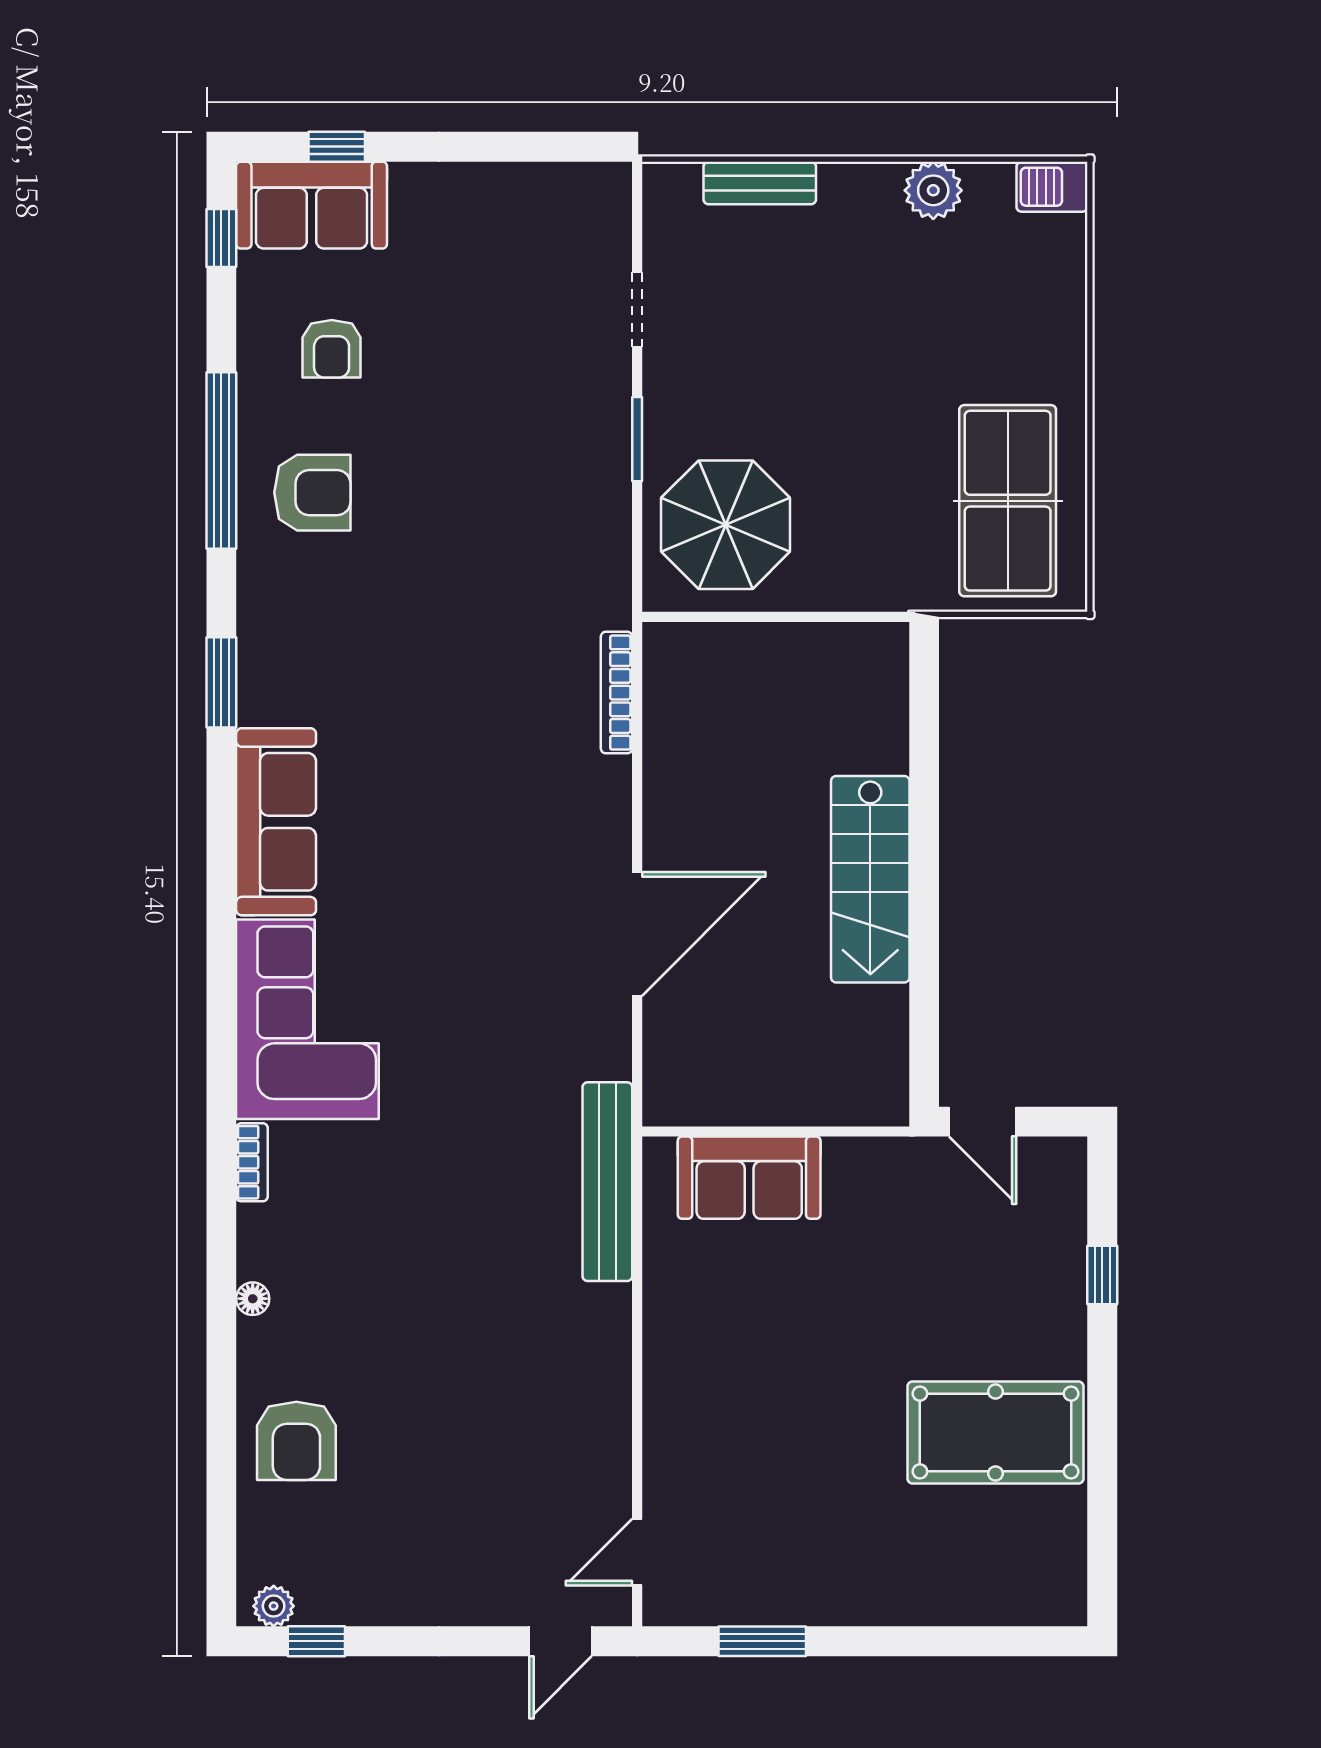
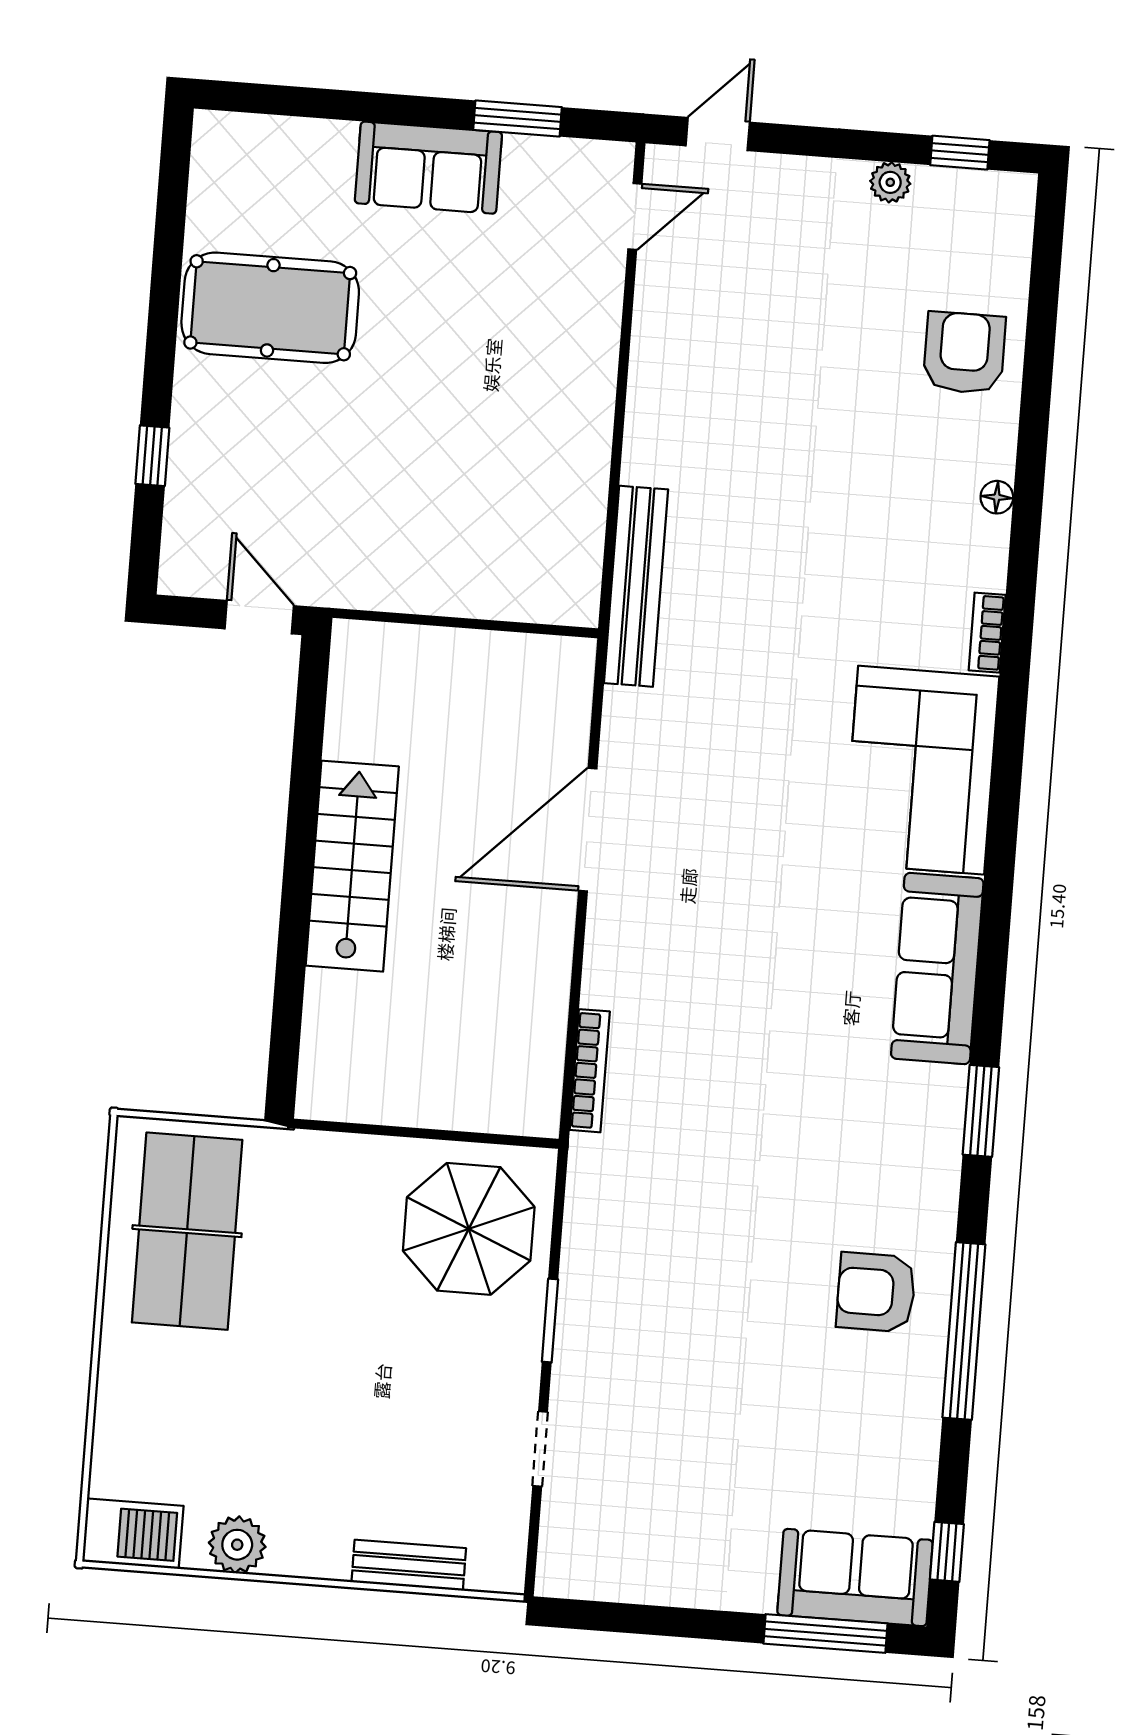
window: (337, 147) -> (825, 1634), width x2.17
barbecue: (1052, 187) -> (133, 1534), width x1.38, depth x1.27
armchair: (332, 349) -> (846, 1433), removed
sofa: (749, 1178) -> (428, 168), moved, turned 180
plant: (274, 1606) -> (890, 182), moved

